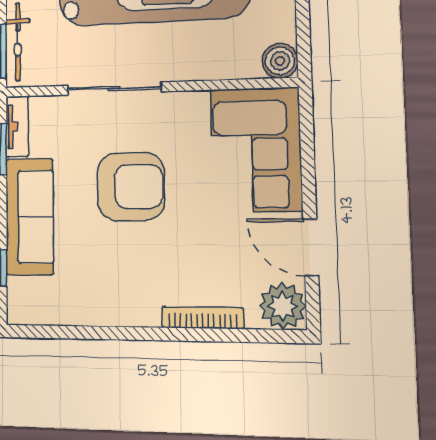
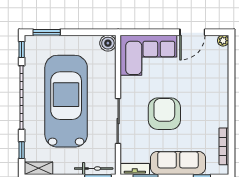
plant: (283, 306) -> (223, 41), width x0.53, depth x0.53
bookcase: (203, 318) -> (224, 146), moved

